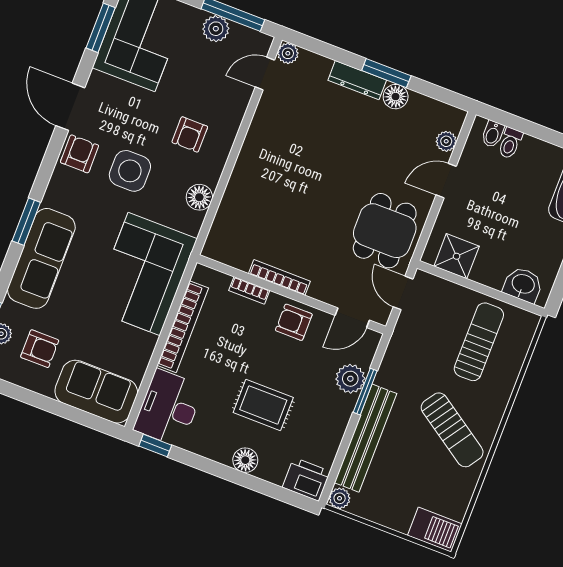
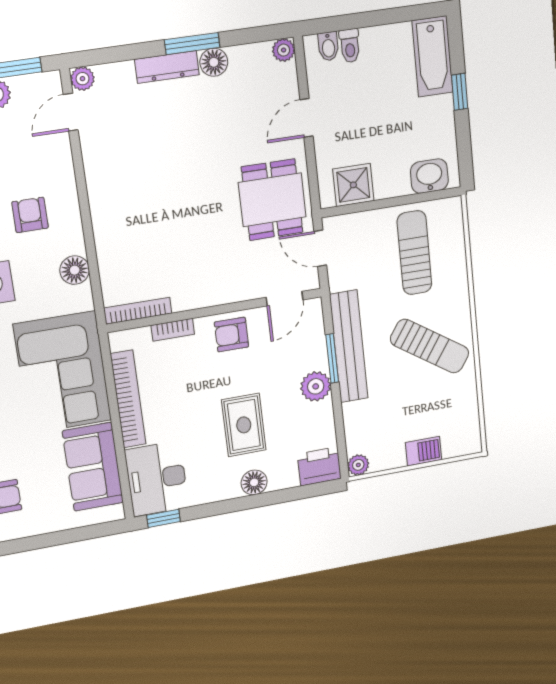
armchair: (190, 134) -> (30, 215), turned 180
plant: (446, 141) -> (284, 50), moved
bookcase: (279, 277) -> (138, 311), moved
plant: (350, 379) -> (316, 386), moved
sofa: (96, 392) -> (93, 467), moved, turned -90
rug: (263, 405) -> (244, 425), turned 90
bench: (366, 438) -> (349, 346), moved
barbecue: (435, 530) -> (424, 451), moved, width x0.73, depth x0.79

